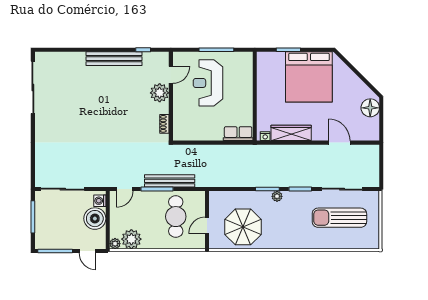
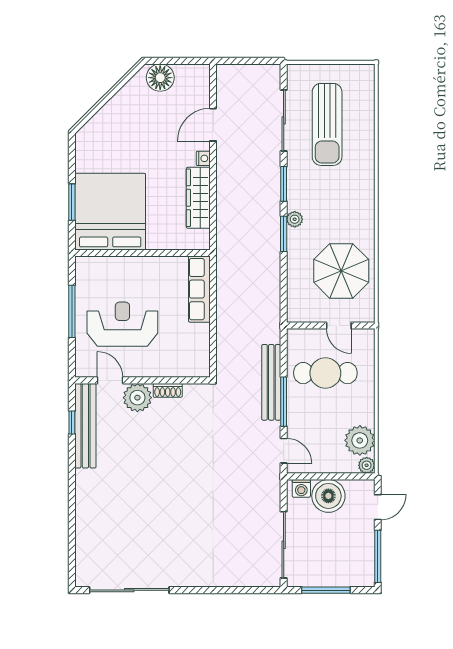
bench: (114, 59) -> (85, 426), moved
bed: (309, 77) -> (110, 212), moved, turned -90
reception desk: (208, 83) -> (122, 324), turned 180
shoe rack: (164, 124) -> (168, 390), moved
row of seats: (238, 134) -> (199, 289), width x1.48
nightstand: (265, 136) -> (203, 158), moved

